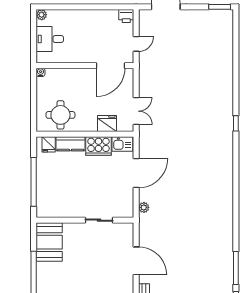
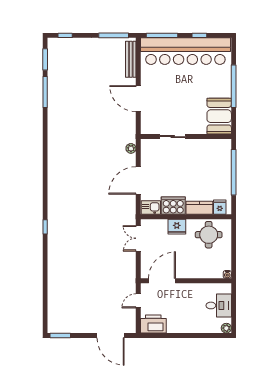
printer: (126, 16) -> (153, 324), width x1.87, depth x1.48
fridge: (107, 124) -> (177, 227), moved

